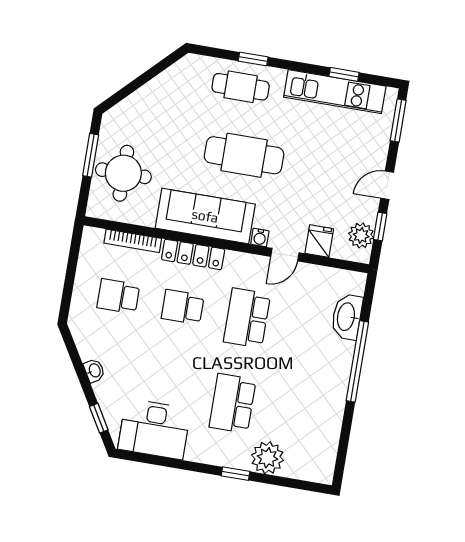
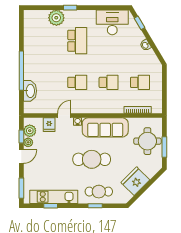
fridge: (162, 95) -> (135, 181), added
plant: (368, 212) -> (28, 142), added
locker: (193, 254) -> (108, 108), removed
school desk: (247, 318) -> (77, 82), width x0.54

